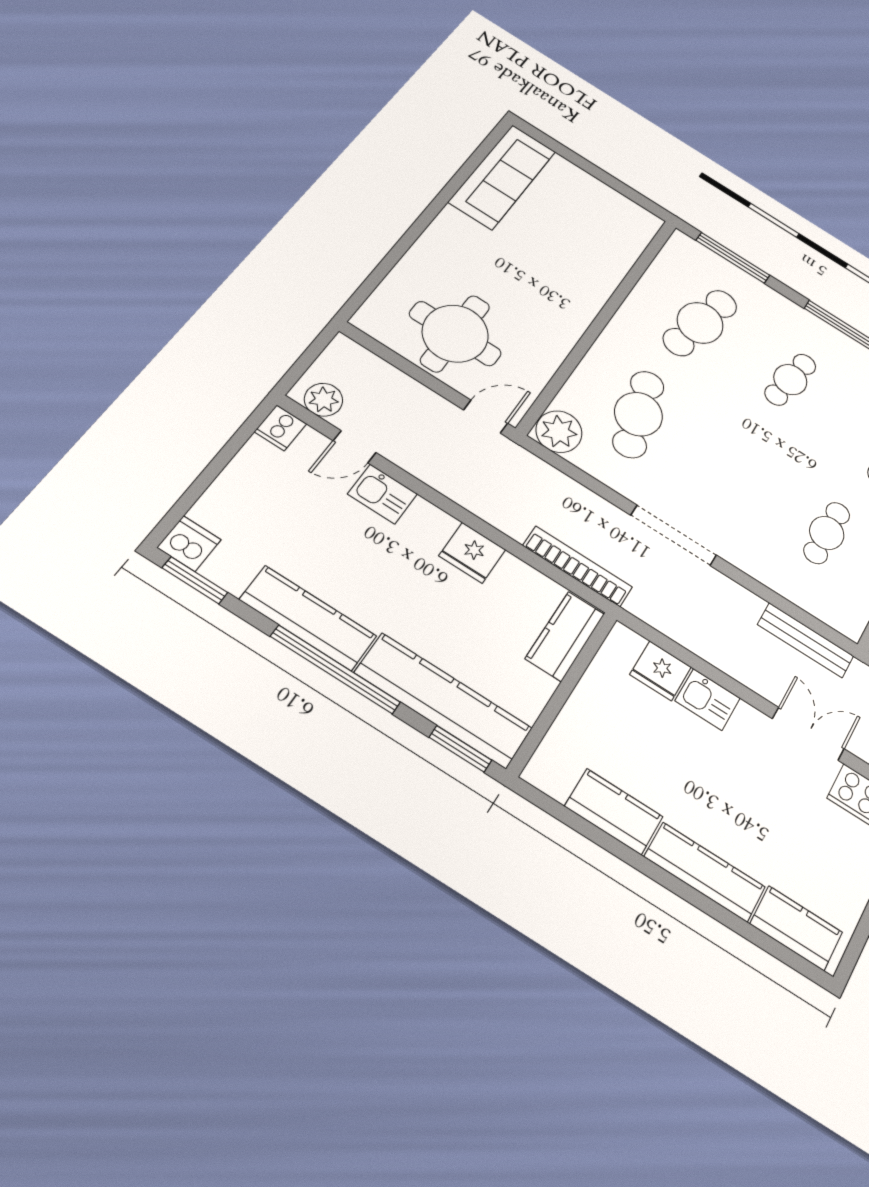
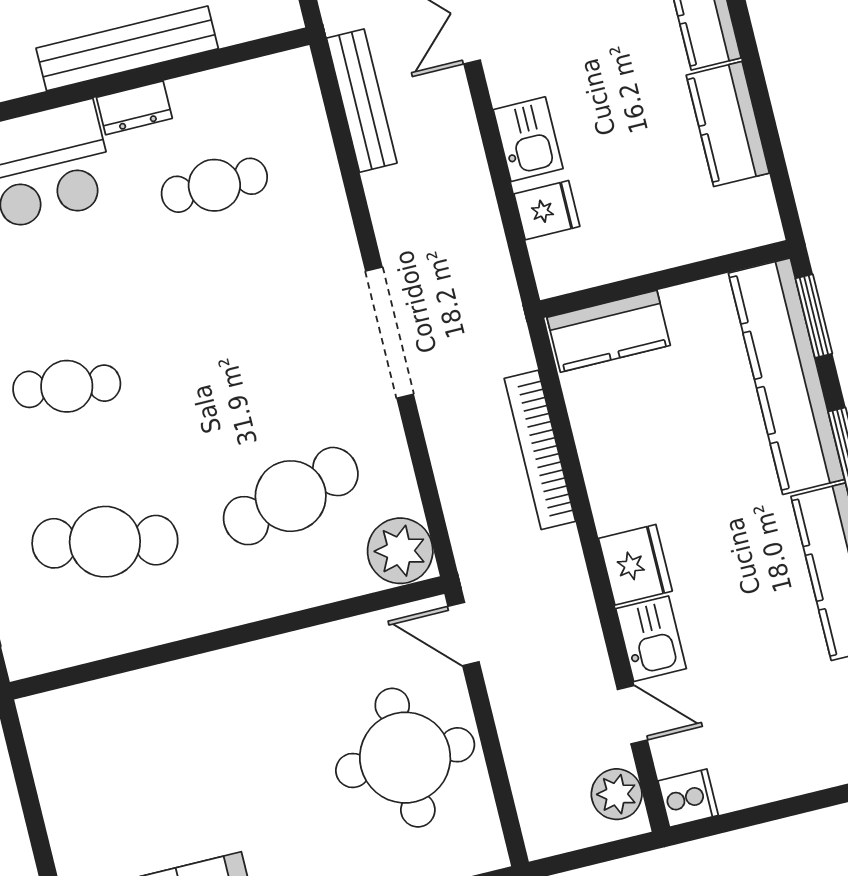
fridge: (472, 553) -> (635, 565), moved
bookcase: (578, 566) -> (540, 450), moved
fridge: (661, 671) -> (547, 210), width x0.72

